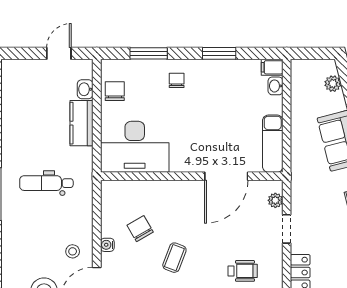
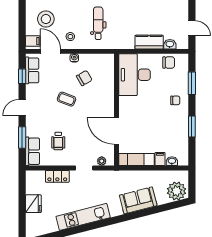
filing cabinet: (272, 67) -> (160, 159), moved
plant: (333, 84) -> (176, 191), width x1.87, depth x1.87
dental chair: (46, 183) -> (98, 23), moved

